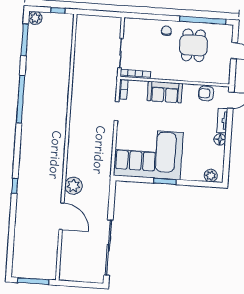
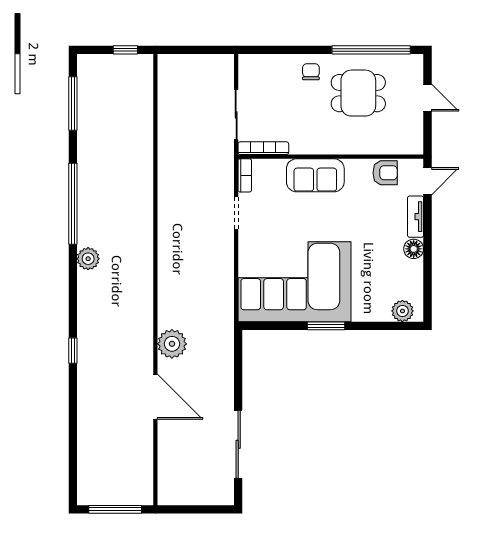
plant: (35, 18) -> (88, 259), moved
dining table: (193, 45) -> (358, 93), turned 90
armchair: (206, 93) -> (385, 173), turned 180
sliding door: (108, 248) -> (238, 444), width x0.73

